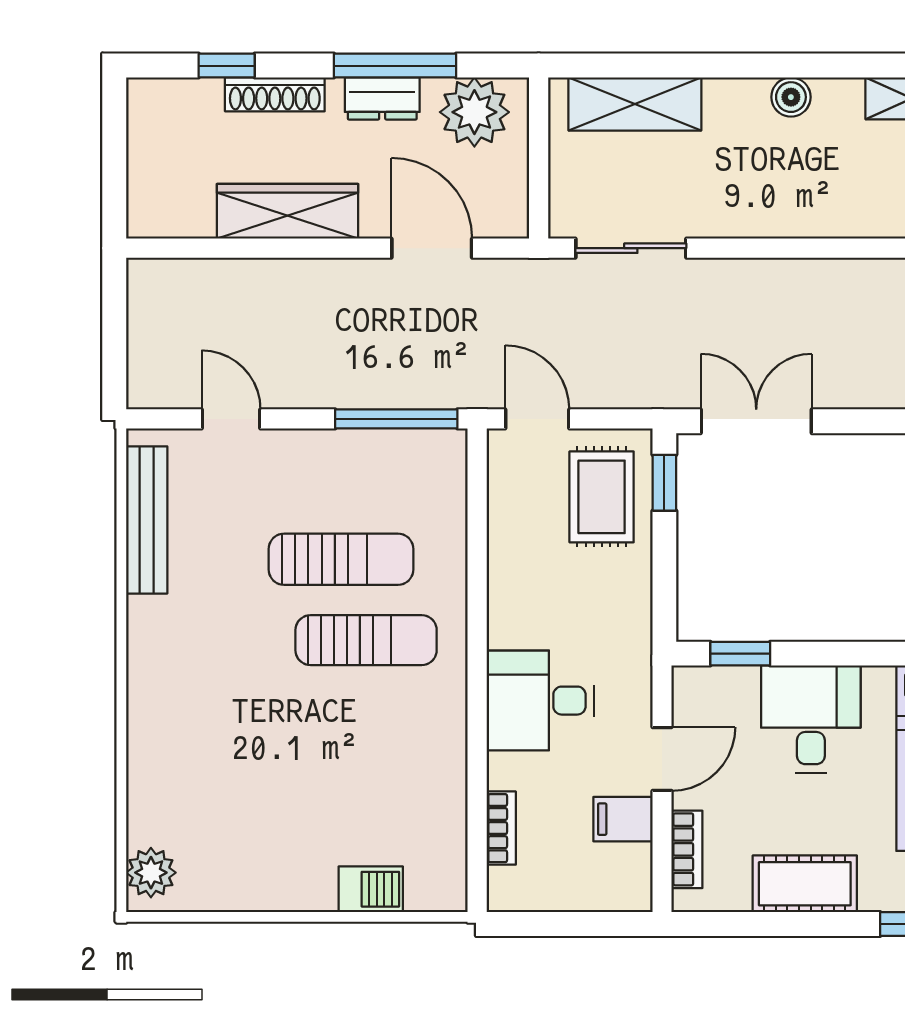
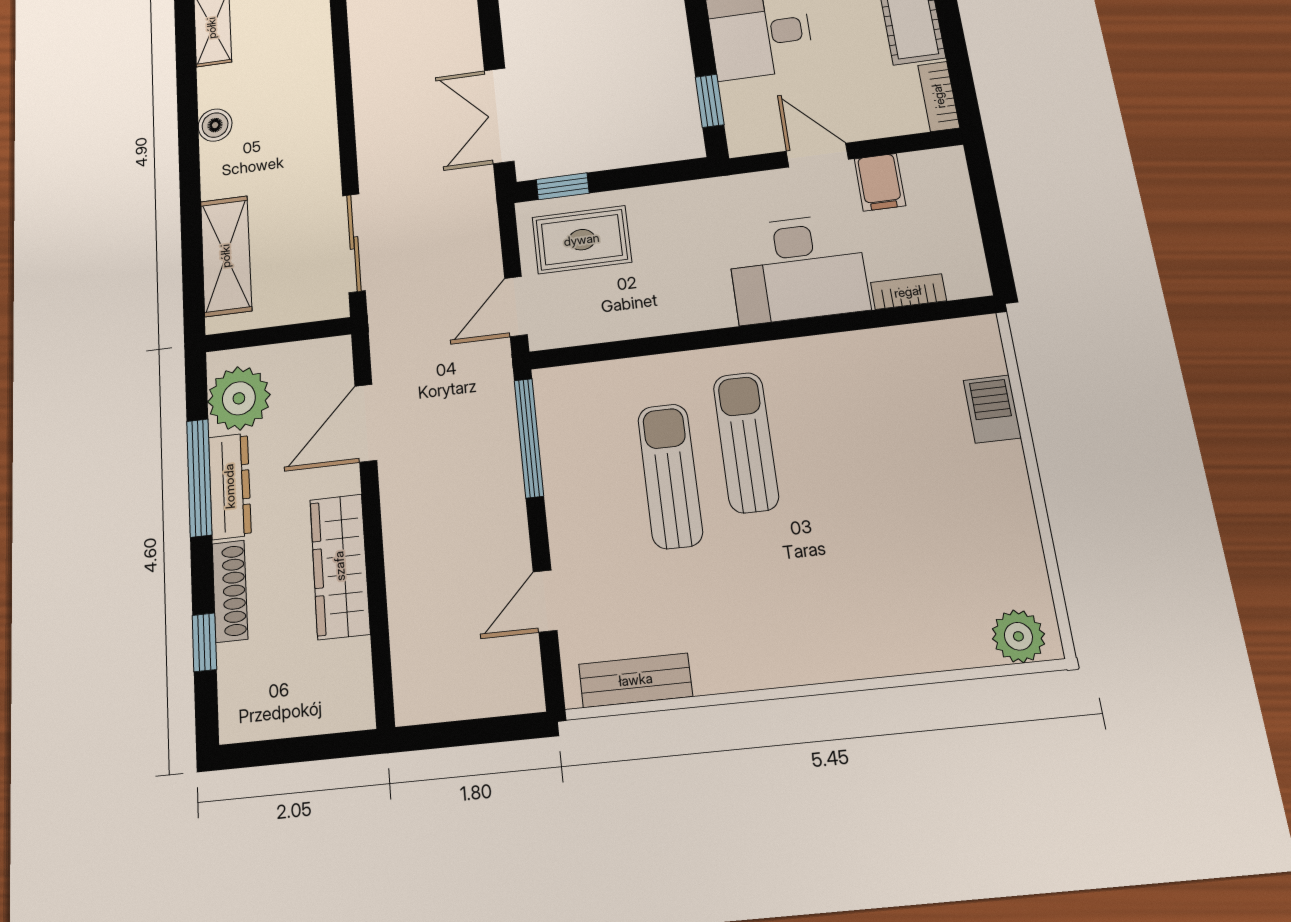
dresser: (382, 98) -> (230, 486), width x1.44
bench: (147, 520) -> (636, 680), width x0.73
desk: (540, 701) -> (797, 268), width x1.37
bookcase: (687, 849) -> (939, 96), moved, turned -90

